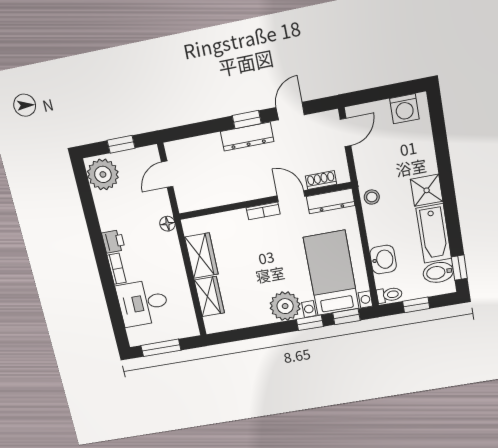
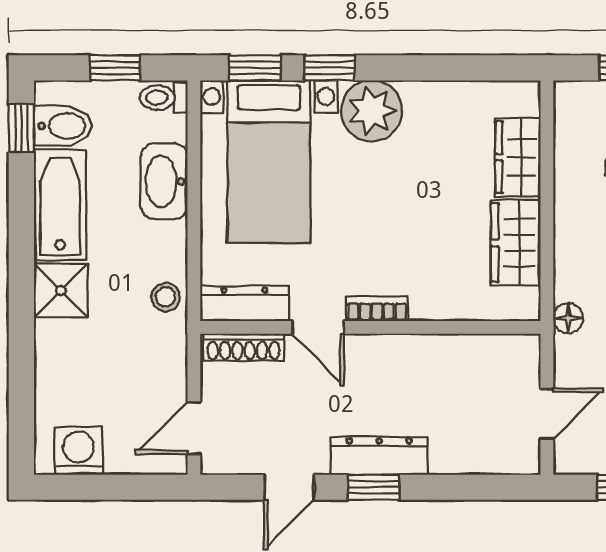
shoe rack: (321, 180) -> (244, 347), width x1.43
washbasin: (383, 260) -> (164, 181), width x1.38

